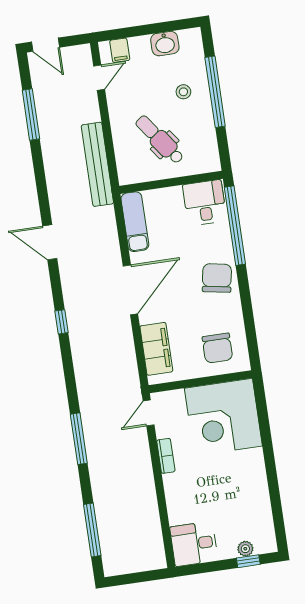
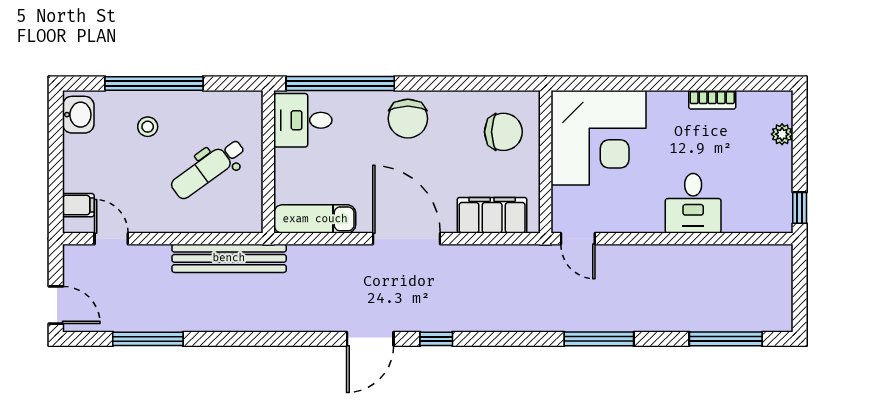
washbasin: (165, 44) -> (78, 115), moved
door: (45, 45) -> (56, 305), hinge flipped
door: (50, 242) -> (370, 339), moved
chair: (217, 278) -> (408, 119), turned -100
bookcase: (166, 456) -> (712, 100), moved, turned 180
desk: (194, 544) -> (693, 203), moved
window: (248, 561) -> (800, 208), moved

